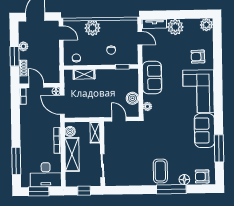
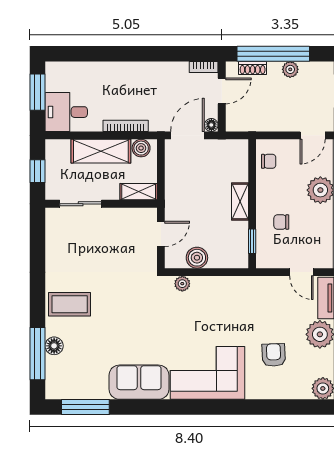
door: (140, 38) -> (301, 272), hinge flipped
window: (15, 56) -> (273, 54), width x2.11
armchair: (198, 57) -> (274, 355), moved
shelving: (84, 74) -> (240, 201), moved
sofa: (152, 78) -> (233, 292), removed
window: (219, 148) -> (85, 407), moved
window: (16, 161) -> (91, 54), removed
desk: (46, 175) -> (66, 112), width x0.73
armchair: (202, 176) -> (59, 377), removed
window: (171, 189) -> (37, 354), moved

